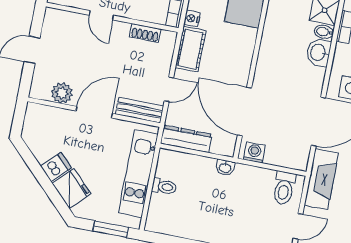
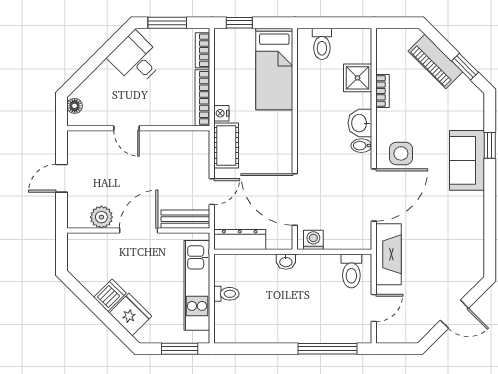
bidet: (324, 32) -> (361, 146), moved
shoe rack: (145, 33) -> (176, 138), removed

